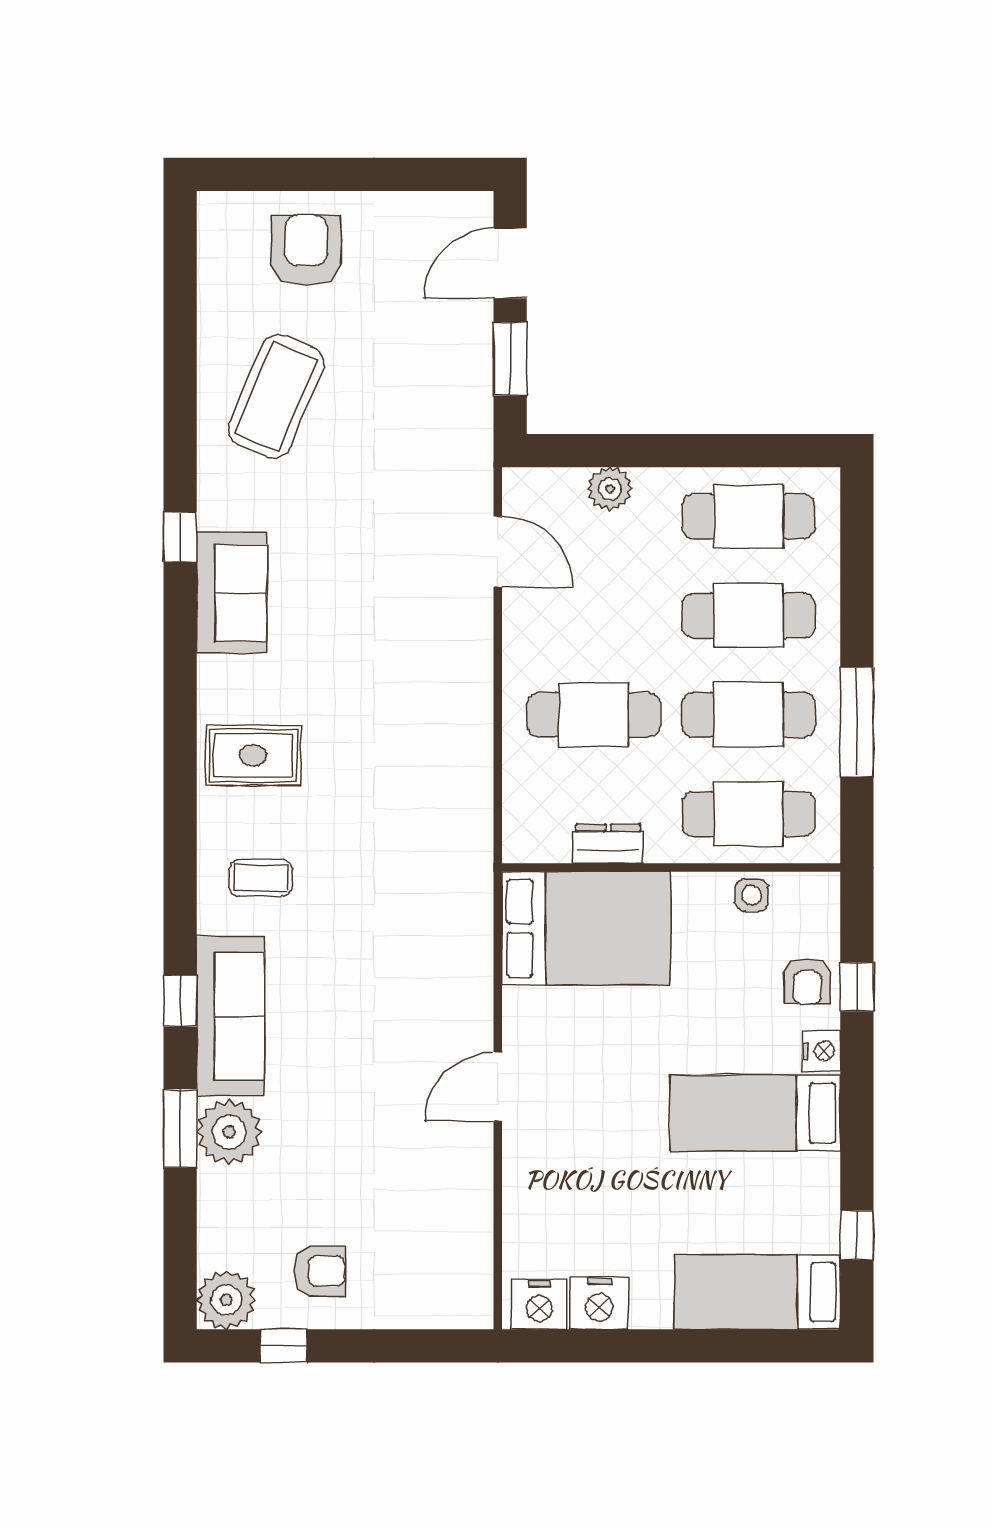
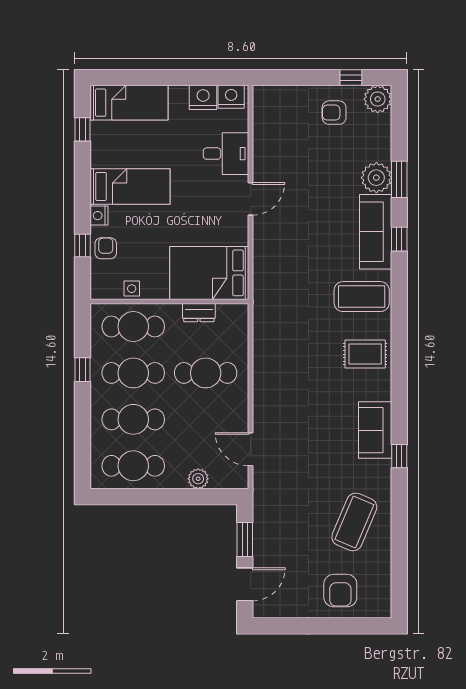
window: (857, 722) -> (83, 370), width x0.46
coffee table: (260, 878) -> (362, 297), width x1.86, depth x1.72
desk: (550, 1183) -> (226, 154), added

